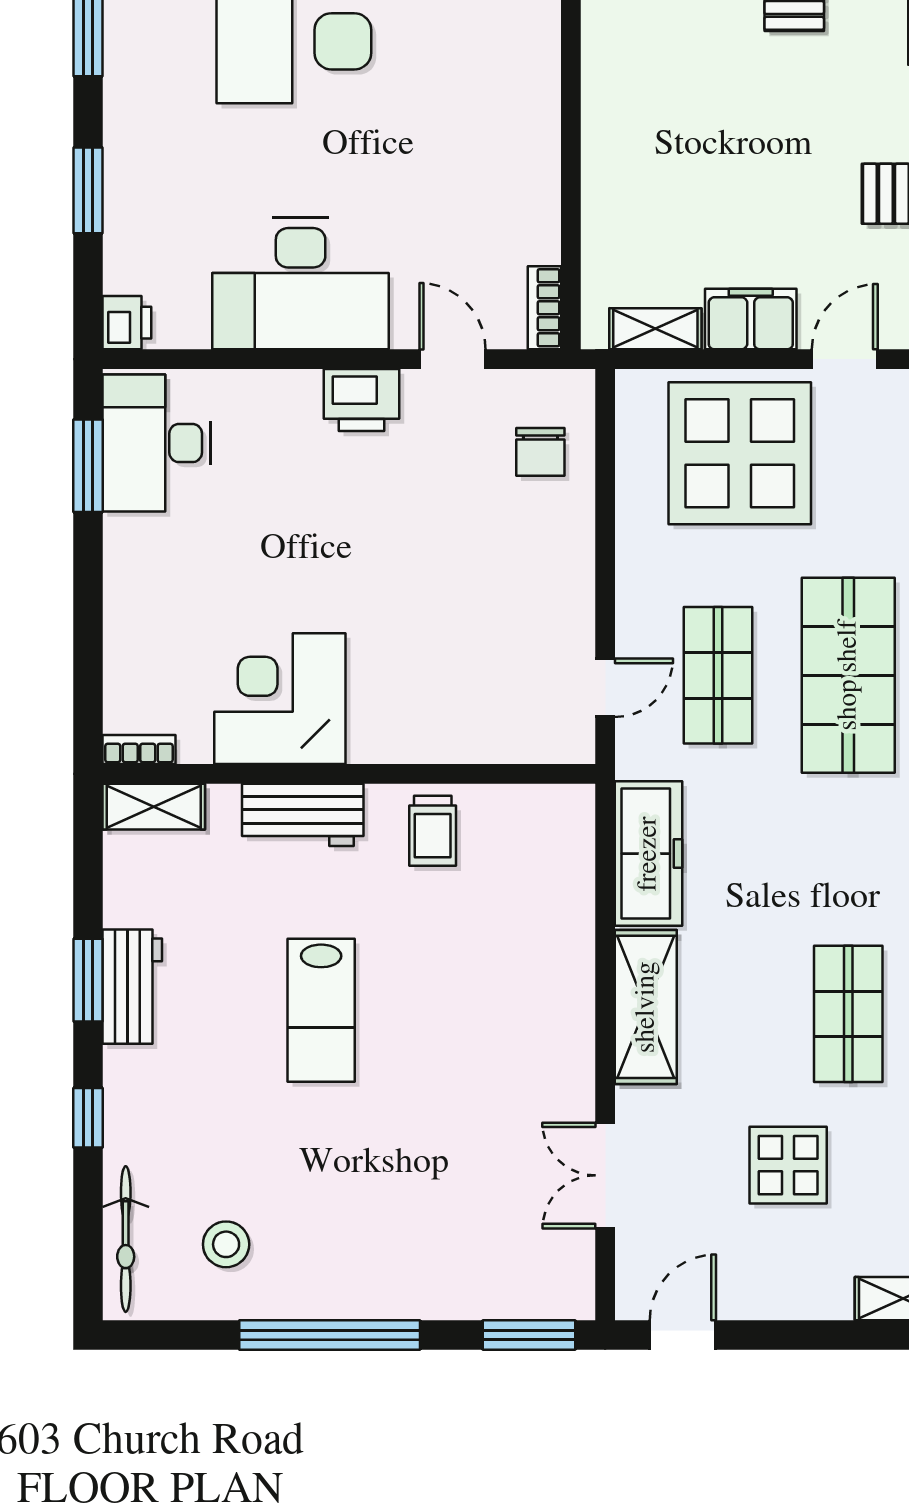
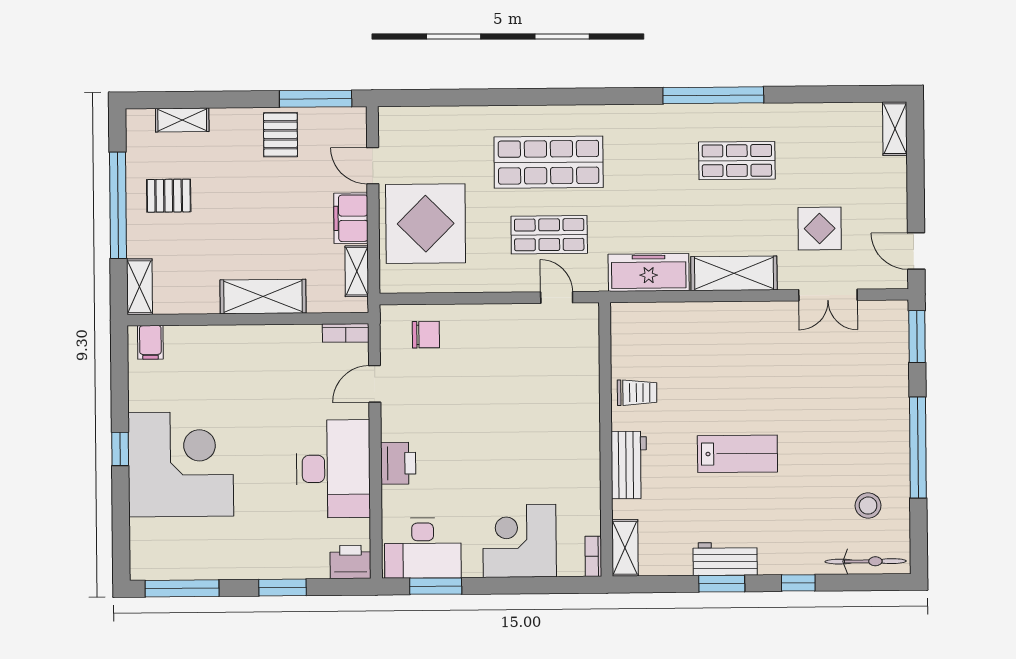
shelving: (611, 160) -> (263, 296), added
printer: (127, 323) -> (351, 562), width x1.36, depth x1.24
printer: (361, 400) -> (398, 463), moved
corner desk: (280, 699) -> (520, 541), moved, turned 90
display table: (788, 1165) -> (820, 228), moved

